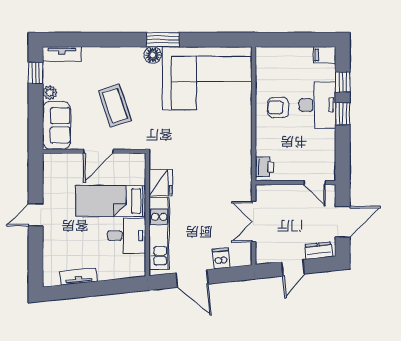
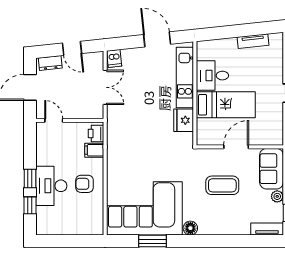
window: (163, 40) -> (152, 241), moved
filing cabinet: (325, 55) -> (94, 150), moved, turned 180
coffee table: (115, 106) -> (222, 185), turned -72
armchair: (278, 107) -> (85, 184), turned 180
dishwasher: (221, 258) -> (114, 58), moved
door: (293, 268) -> (72, 48), swing flipped

